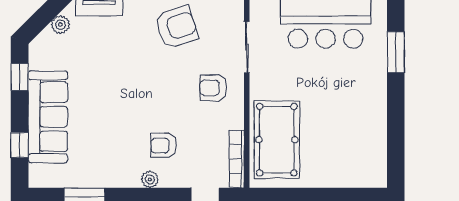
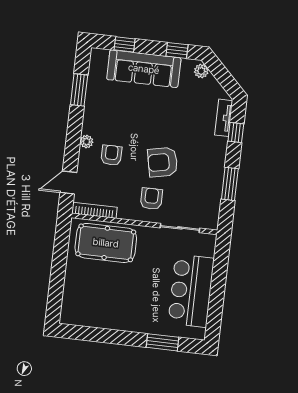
plant: (60, 25) -> (201, 71), moved
armchair: (176, 27) -> (163, 162), moved, turned 96

